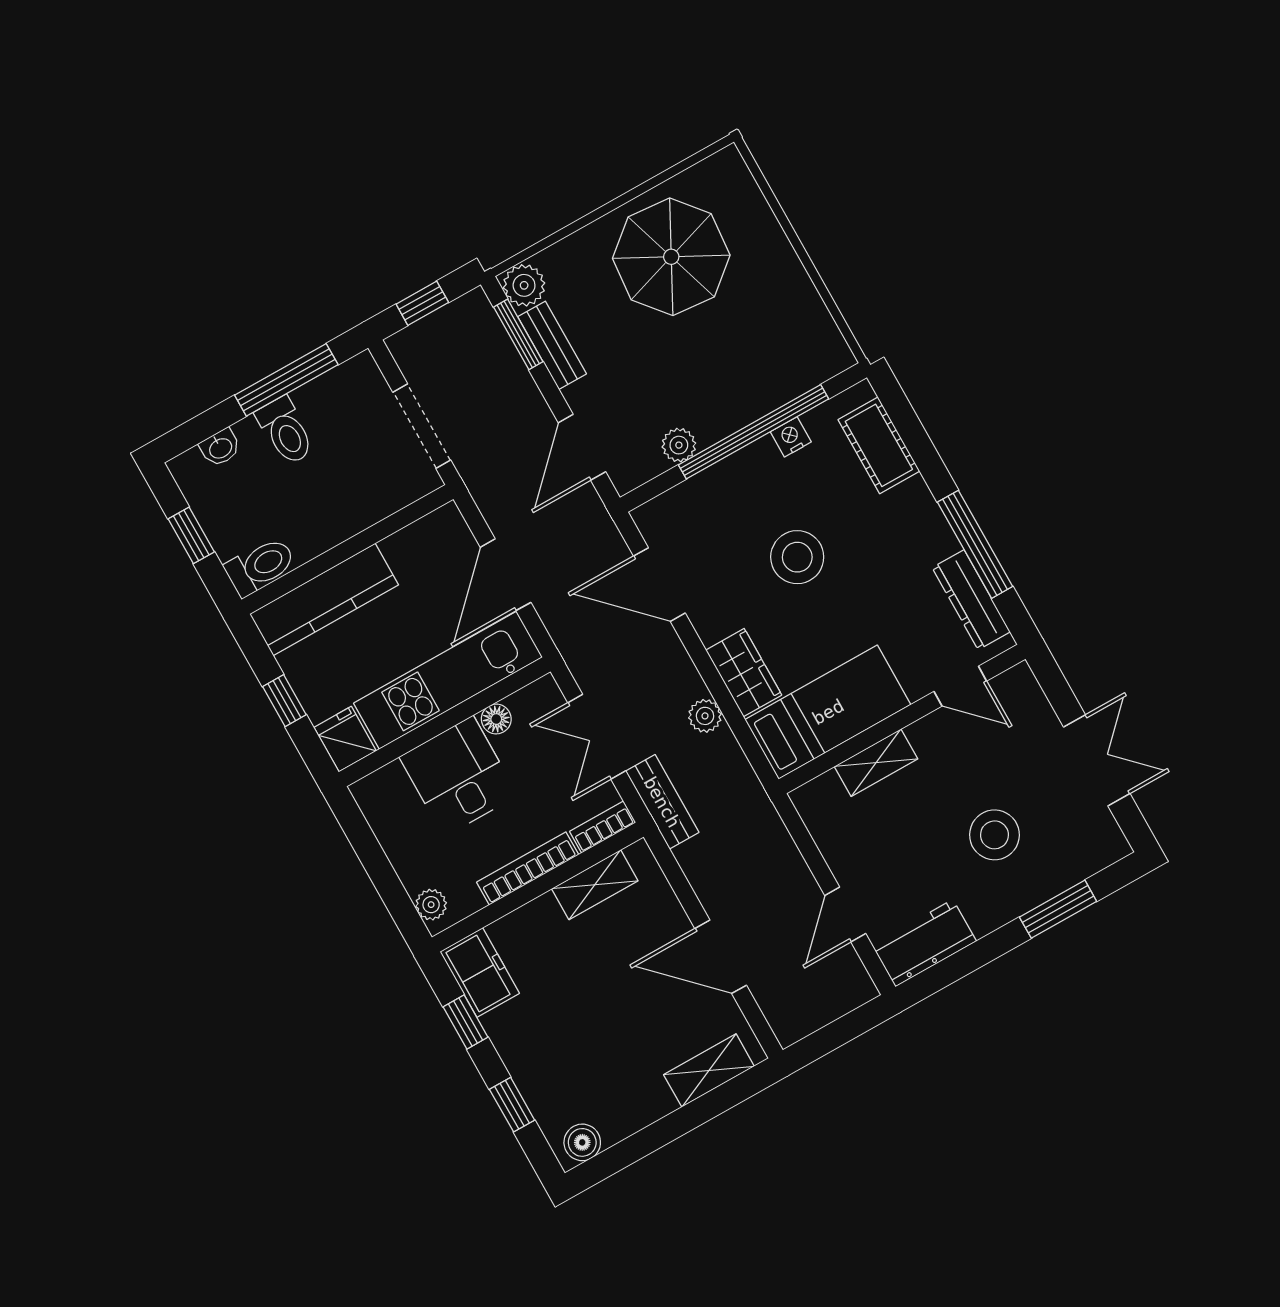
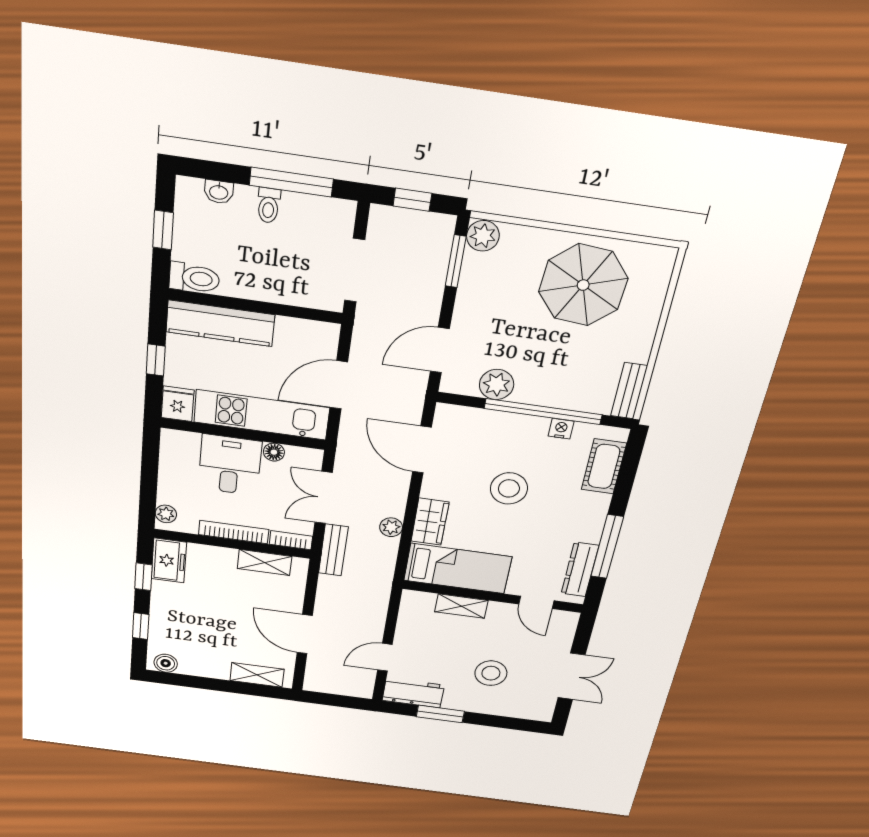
bench: (552, 345) -> (629, 391), moved
toilet: (285, 431) -> (269, 205), width x0.73, depth x0.72
plant: (679, 445) -> (497, 384), width x1.38, depth x1.38
window: (1058, 909) -> (440, 714), moved

